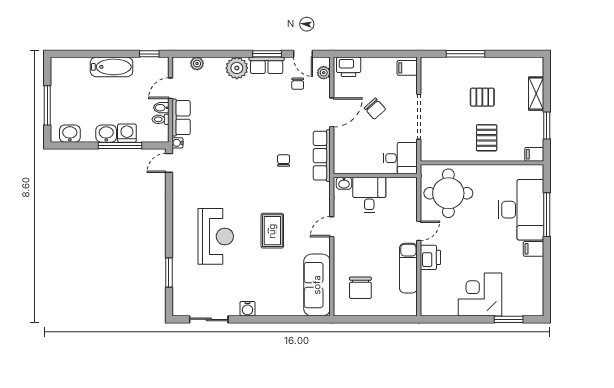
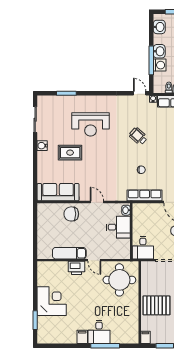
pallet: (487, 138) -> (156, 305), width x1.50, depth x1.42
wheelchair: (233, 165) -> (138, 136), added
desk: (521, 210) -> (99, 332), width x0.53, depth x0.77
rug: (272, 231) -> (70, 153), moved
chair: (360, 288) -> (71, 214), moved

